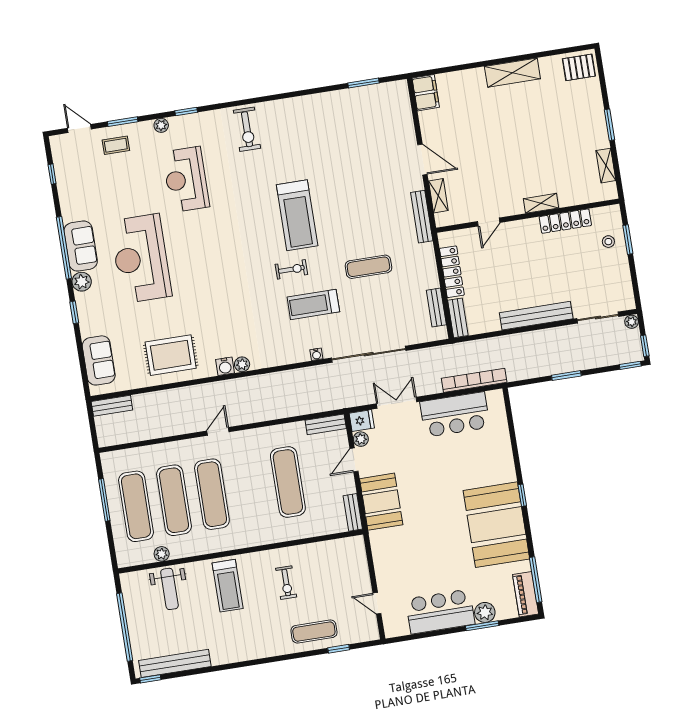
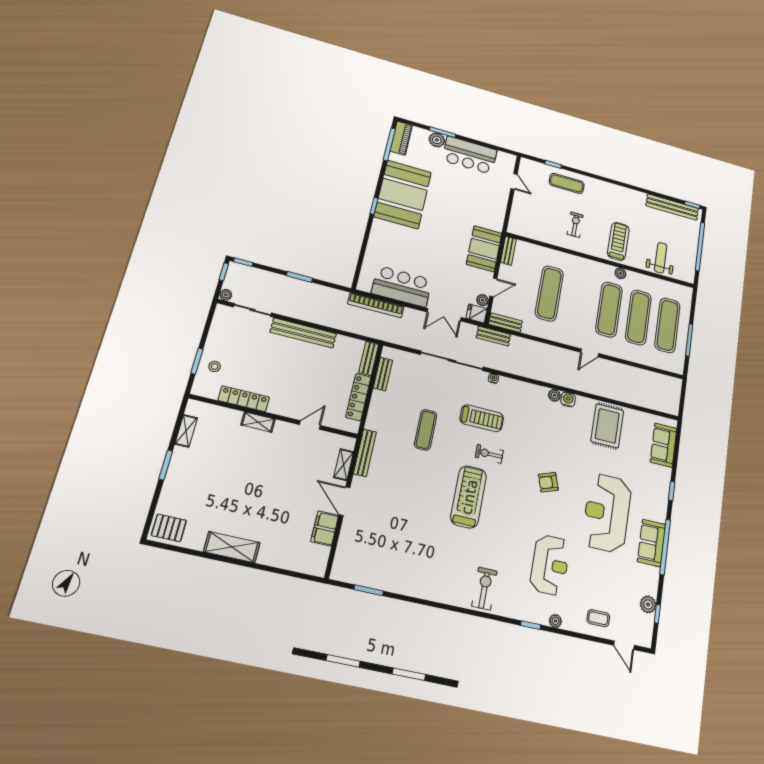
filing cabinet: (426, 93) -> (325, 528), moved
window: (123, 122) -> (586, 637), removed
reception desk: (141, 258) -> (607, 513), turned 180
armchair: (217, 265) -> (548, 482), added
exercise mat: (368, 267) -> (426, 430), turned 90
plant: (82, 282) -> (648, 604), moved
rug: (171, 355) -> (607, 426), turned 90
bench: (112, 406) -> (493, 336), moved
plant: (162, 554) -> (620, 273), moved

